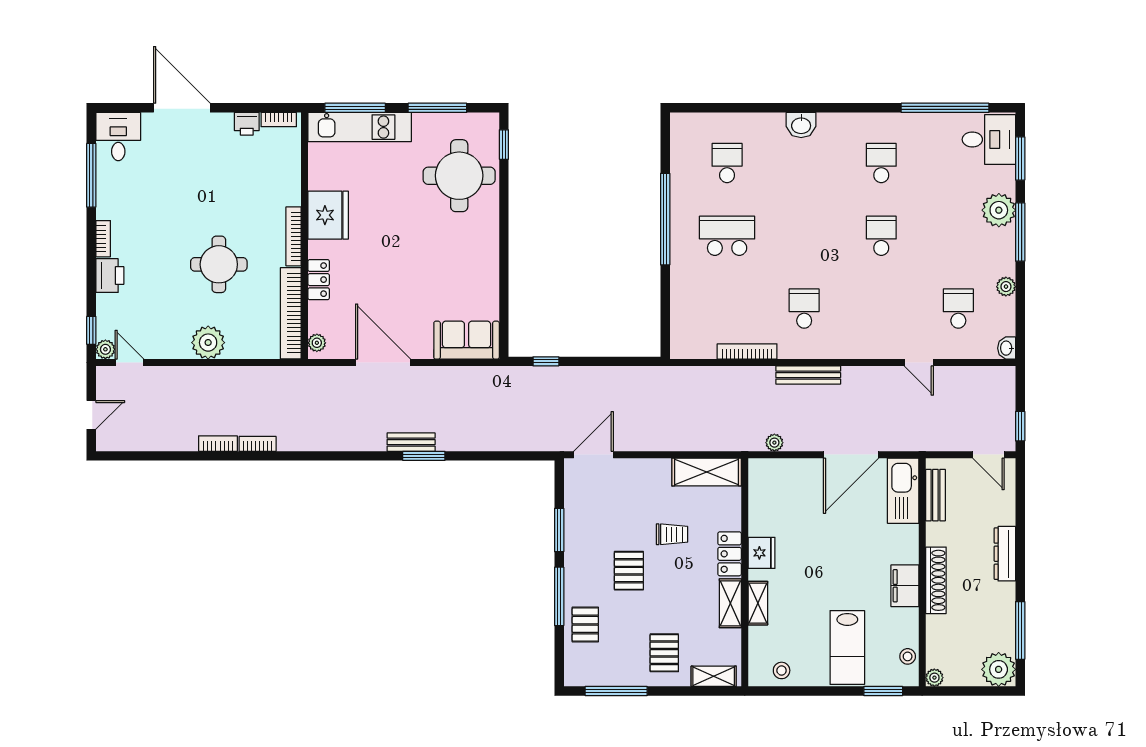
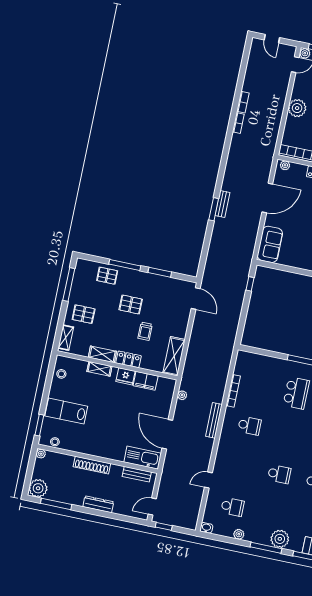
filing cabinet: (905, 586) -> (146, 381), moved, turned 180

